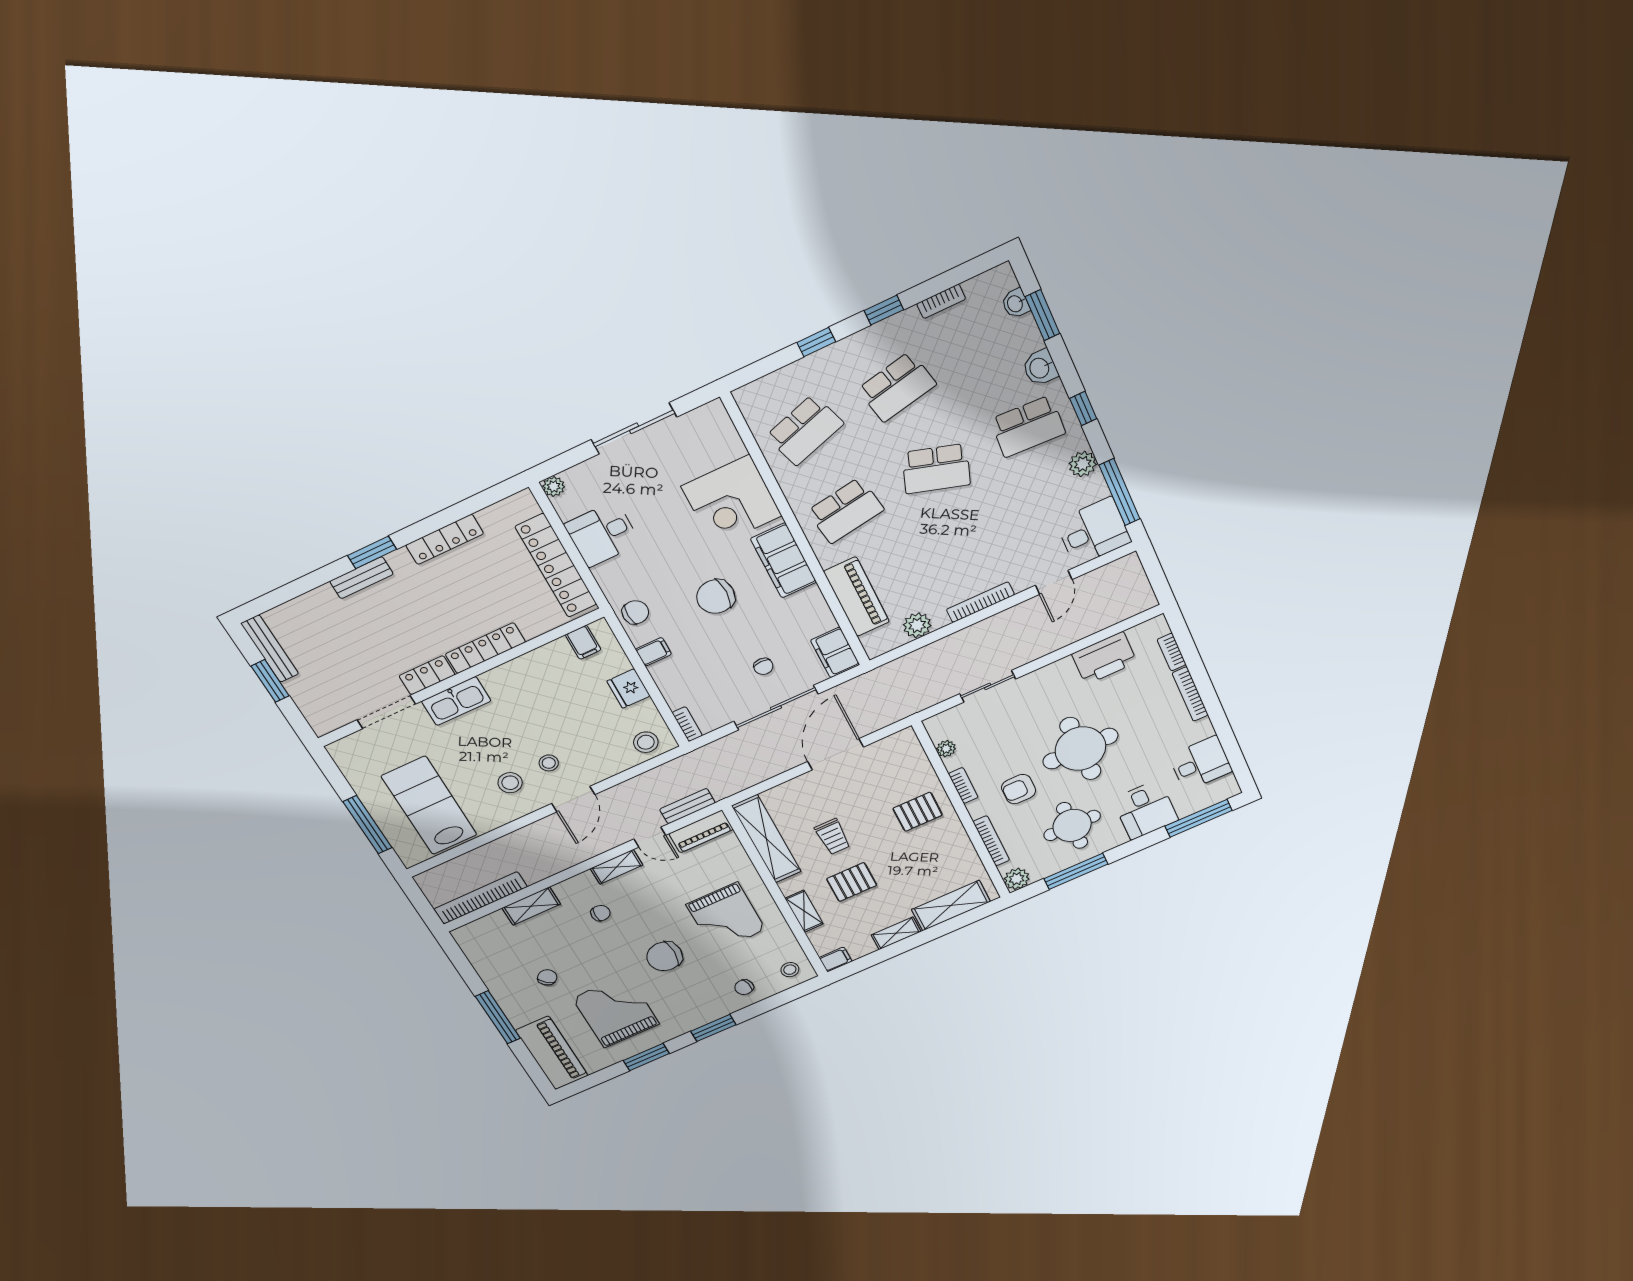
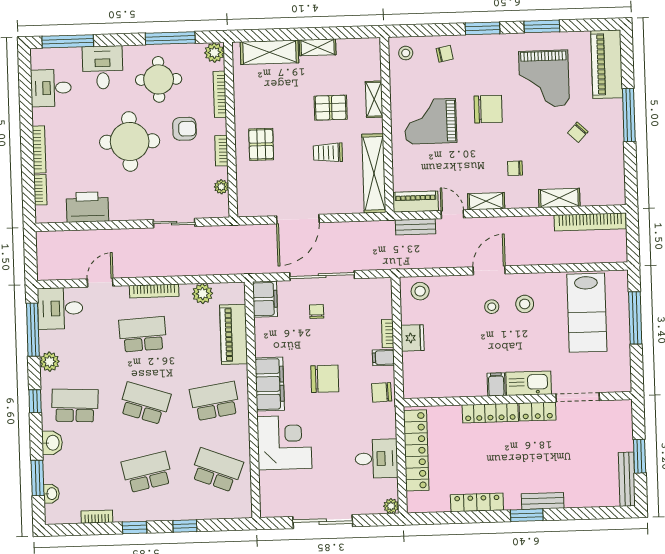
school desk: (805, 430) -> (217, 470), turned 39
school desk: (974, 547) -> (143, 334), added
filing cabinet: (583, 642) -> (496, 384), moved
bookcase: (687, 724) -> (388, 334), moved
pallet: (918, 812) -> (261, 144), turned 90
trolley: (833, 837) -> (328, 153), turned -90
grand piano: (726, 917) -> (430, 121), turned -90
filing cabinet: (836, 959) -> (370, 46), removed

